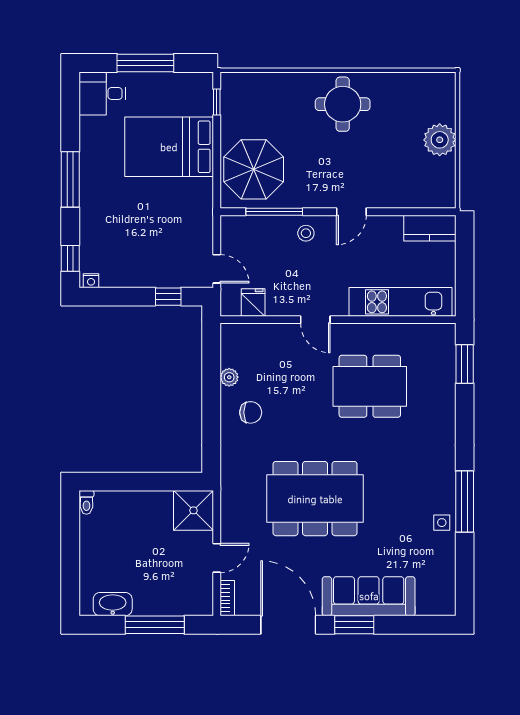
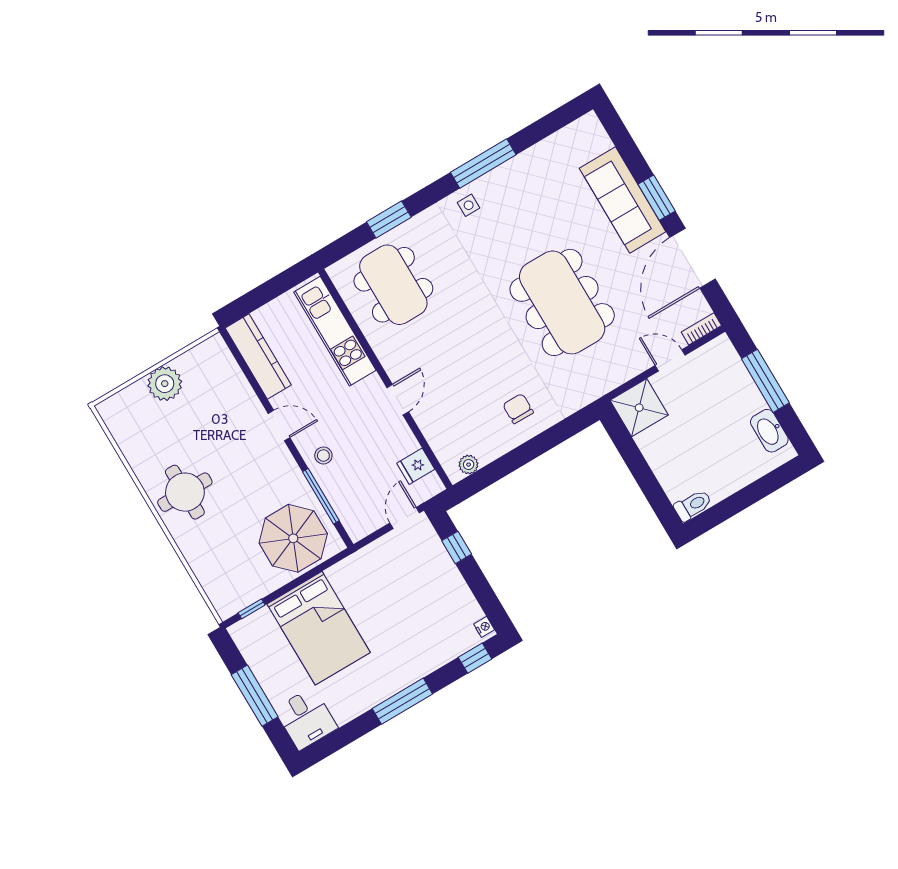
kitchen counter: (430, 228) -> (258, 356), width x1.50
window: (465, 364) -> (389, 220), moved
plant: (229, 377) -> (469, 465), moved
dining table: (370, 386) -> (393, 285), moved
toilet: (86, 502) -> (693, 505), width x1.37, depth x1.39
side table: (442, 523) -> (469, 205), moved

